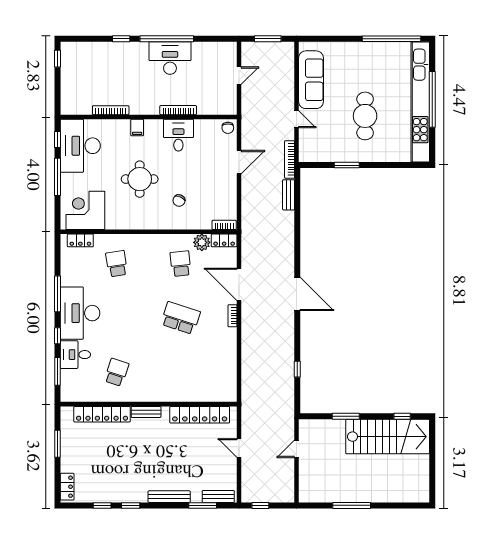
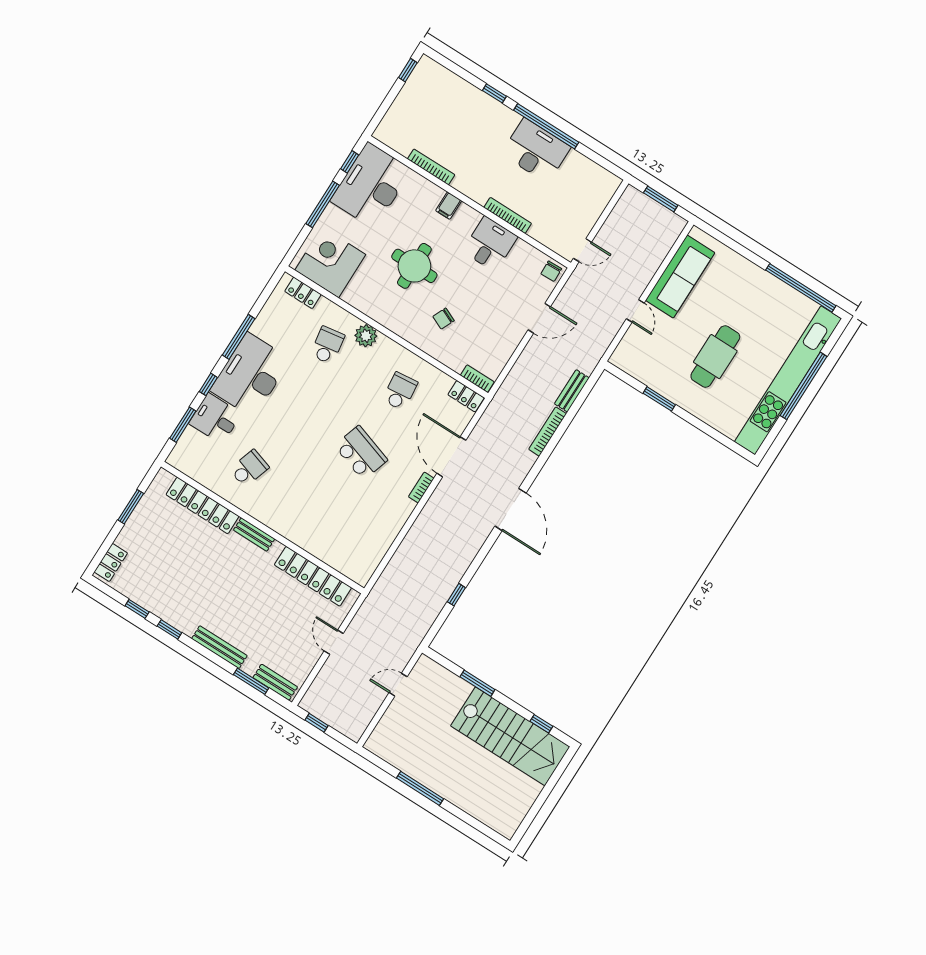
door: (239, 76) -> (582, 250), moved
bookcase: (290, 159) -> (548, 432), moved
plant: (202, 242) -> (366, 336), moved

